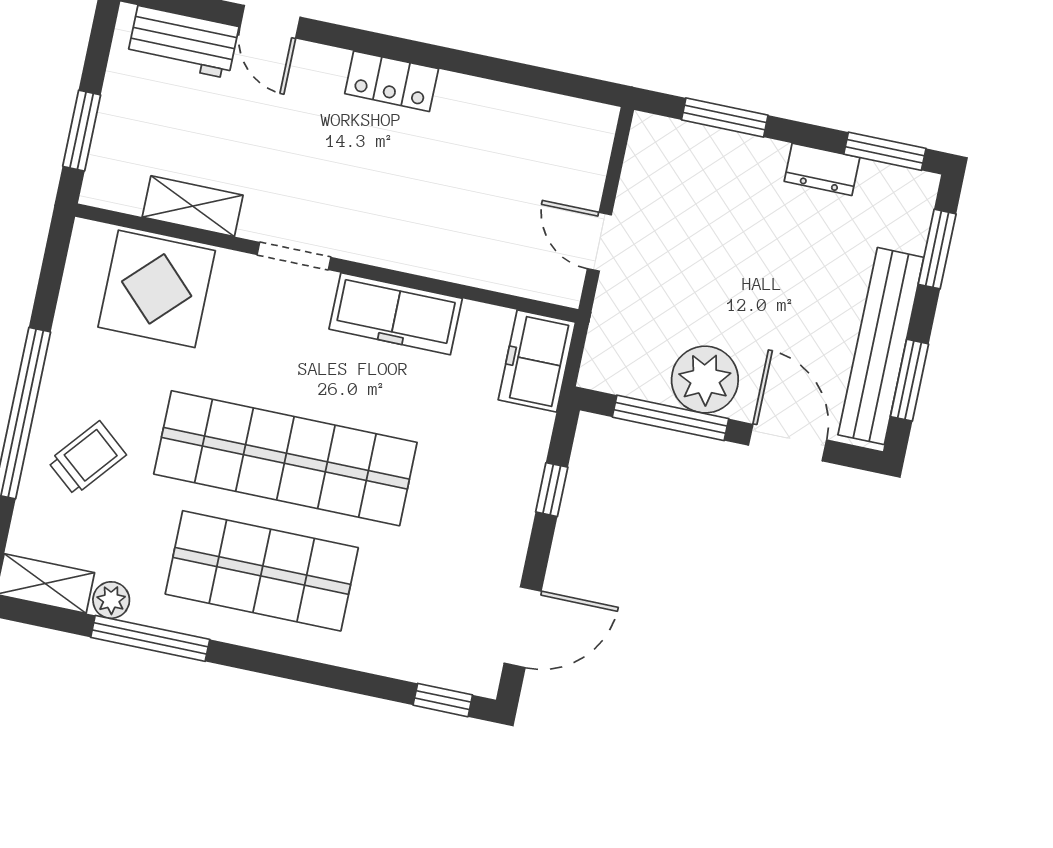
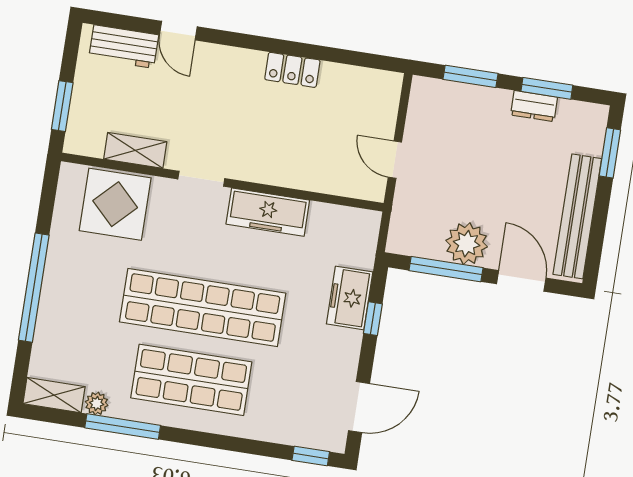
locker: (392, 81) -> (292, 70), moved
window: (885, 151) -> (547, 88), moved
freezer: (537, 361) -> (350, 298), moved
window: (909, 380) -> (597, 237), removed
trolley: (87, 458) -> (77, 314), removed

